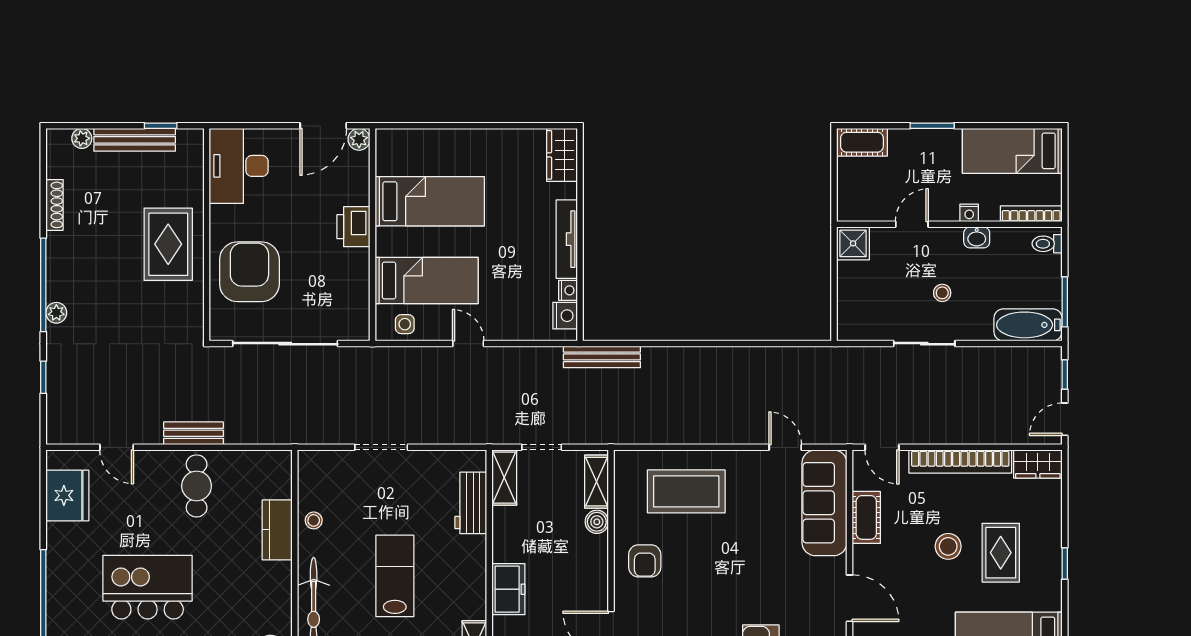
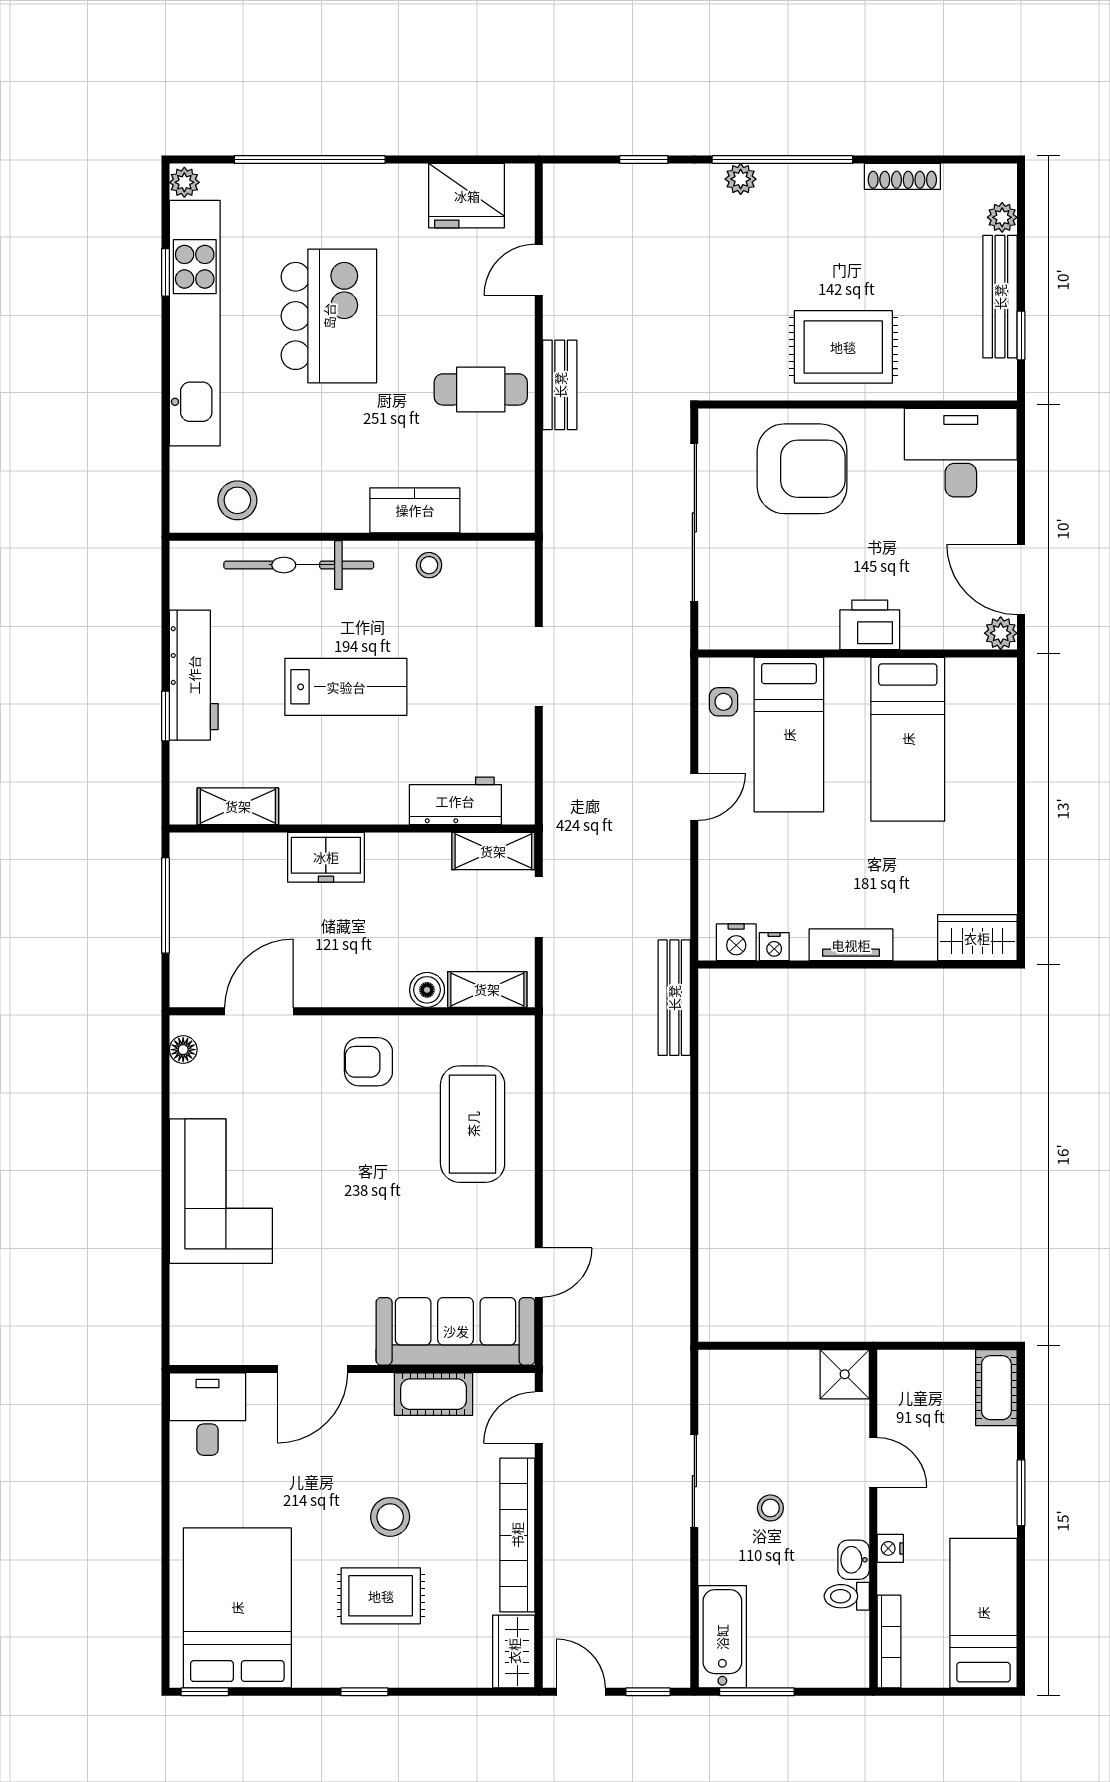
tv unit: (567, 239) -> (851, 945), width x0.71
toilet: (1047, 244) -> (847, 1596), moved, turned -90

